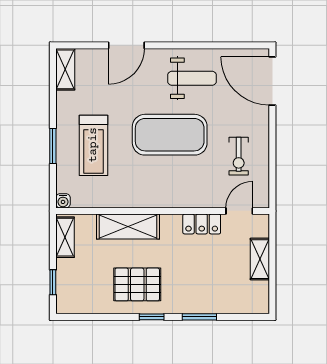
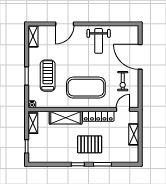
weight bench: (192, 78) -> (99, 41), turned 90
door: (272, 81) -> (140, 57), moved
exercise mat: (170, 135) -> (86, 88), moved
treadmill: (93, 145) -> (48, 76), turned 180
locker: (202, 224) -> (98, 116), width x1.53
pallet: (137, 284) -> (90, 144), moved

